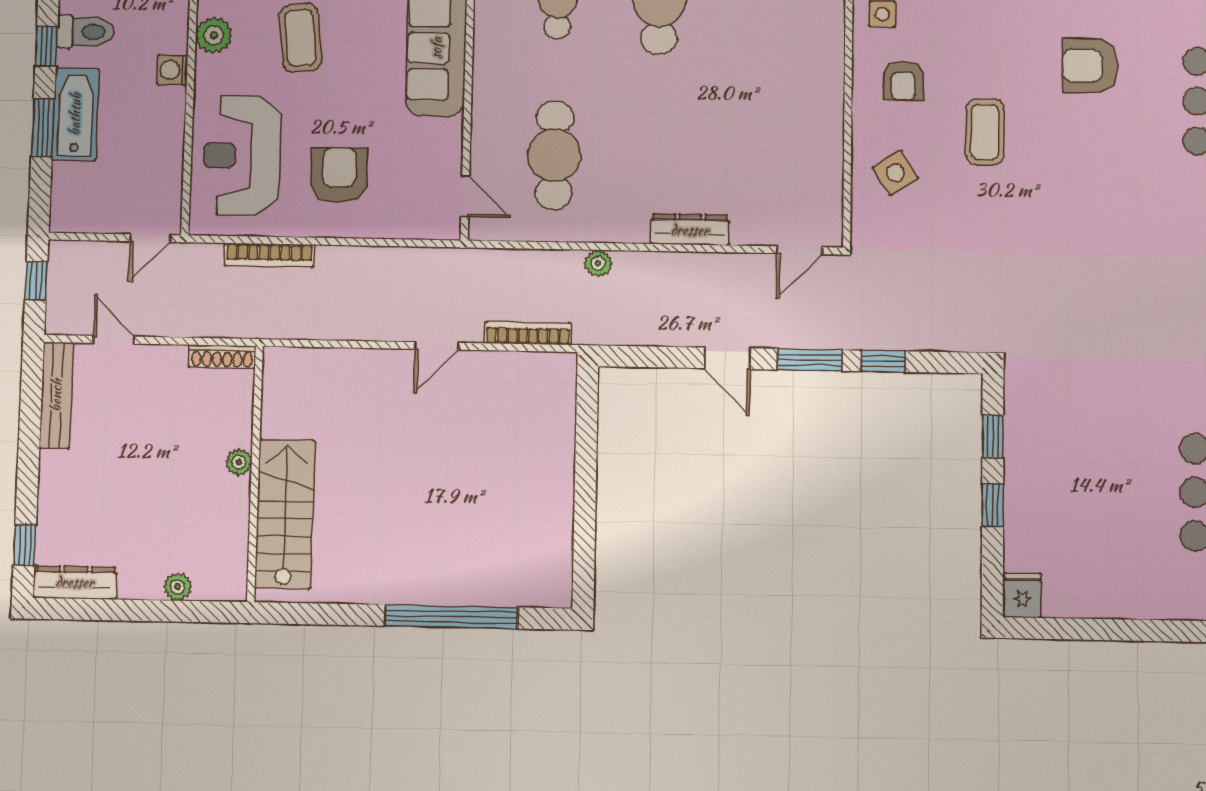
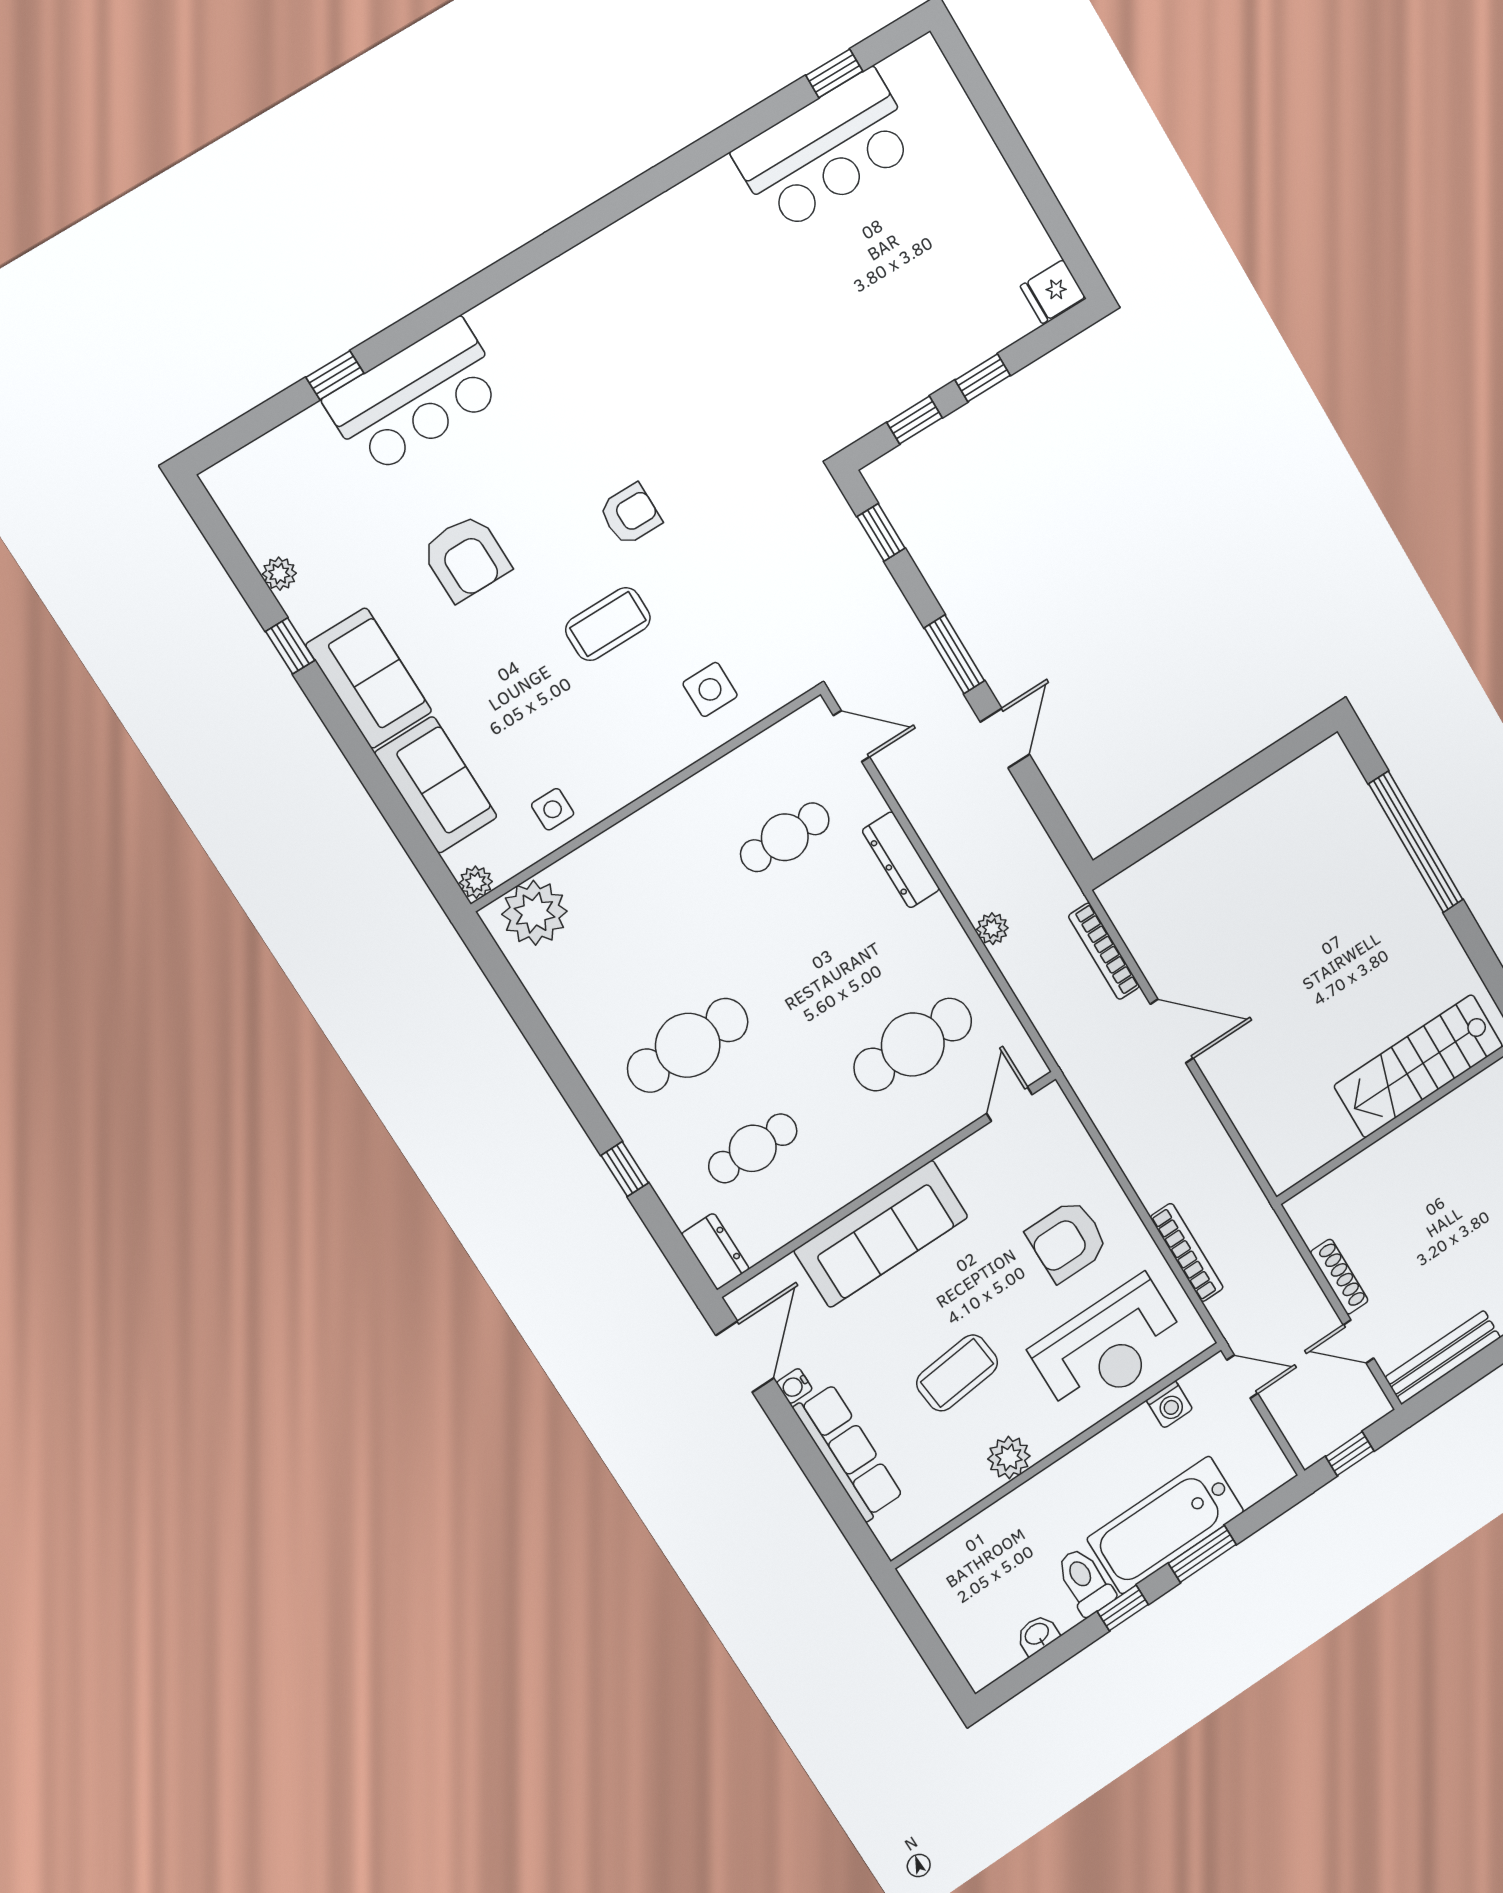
washing machine: (172, 70) -> (1169, 1405), moved
armchair: (903, 81) -> (630, 514), moved
bathtub: (75, 114) -> (1166, 1525), width x1.36, depth x1.36
cafe table: (759, 159) -> (785, 837), added
side table: (895, 173) -> (710, 689), turned 33
door: (114, 340) -> (1359, 1342), hinge flipped
door: (437, 346) -> (1172, 1031), width x1.38
shoe rack: (222, 357) -> (1339, 1277), moved
window: (883, 361) -> (881, 532), moved
plant: (239, 462) -> (1398, 1143), removed

